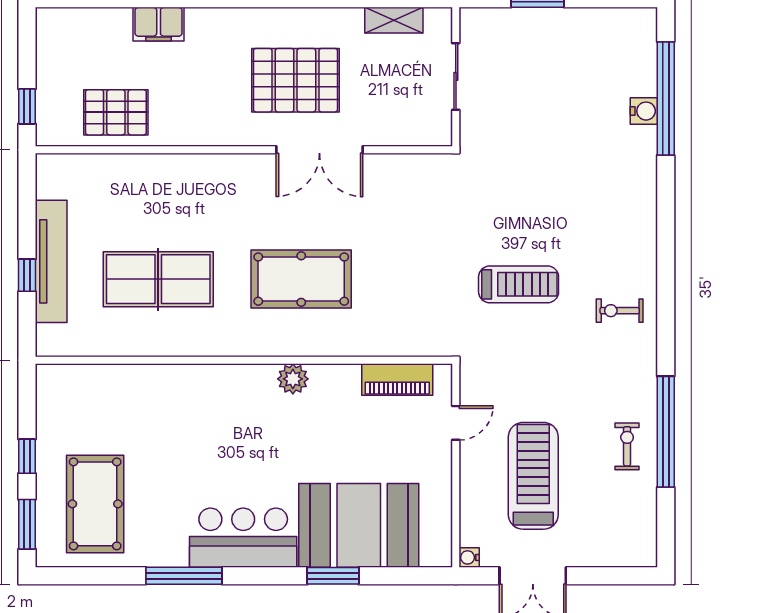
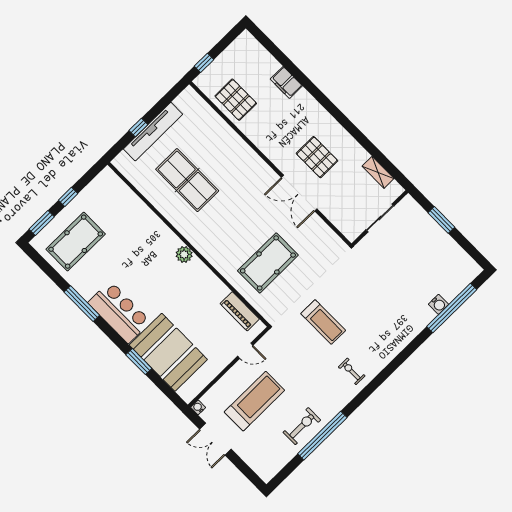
pallet: (295, 80) -> (317, 157), width x0.73, depth x0.71
pool table: (301, 279) -> (268, 263), moved, turned 90
plant: (293, 379) -> (184, 254), moved
exercise bike: (627, 446) -> (302, 426), width x1.38, depth x1.39

